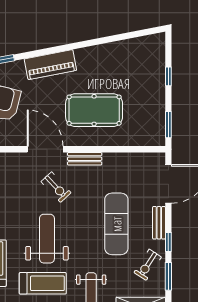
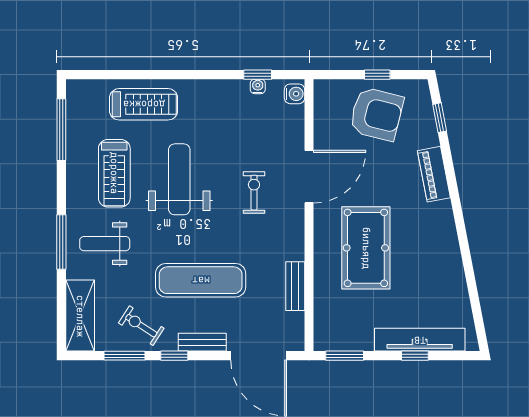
piano: (50, 65) -> (434, 174), width x0.73, depth x0.75
tv unit: (157, 73) -> (420, 340), added
bench: (85, 159) -> (295, 286), moved
exercise bike: (56, 187) -> (254, 193), turned 133
weight bench: (47, 239) -> (179, 179), turned -90

